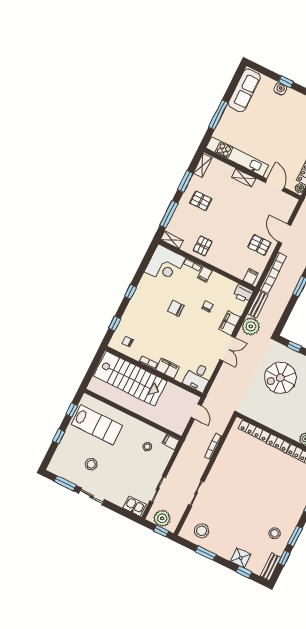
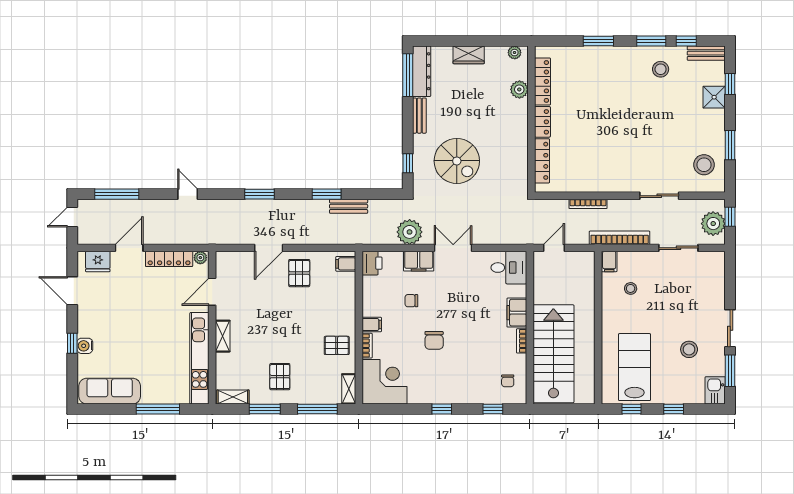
bookcase: (273, 273) -> (620, 238), moved
bench: (258, 304) -> (349, 206), moved
kitchen sink: (135, 506) -> (715, 390), moved

